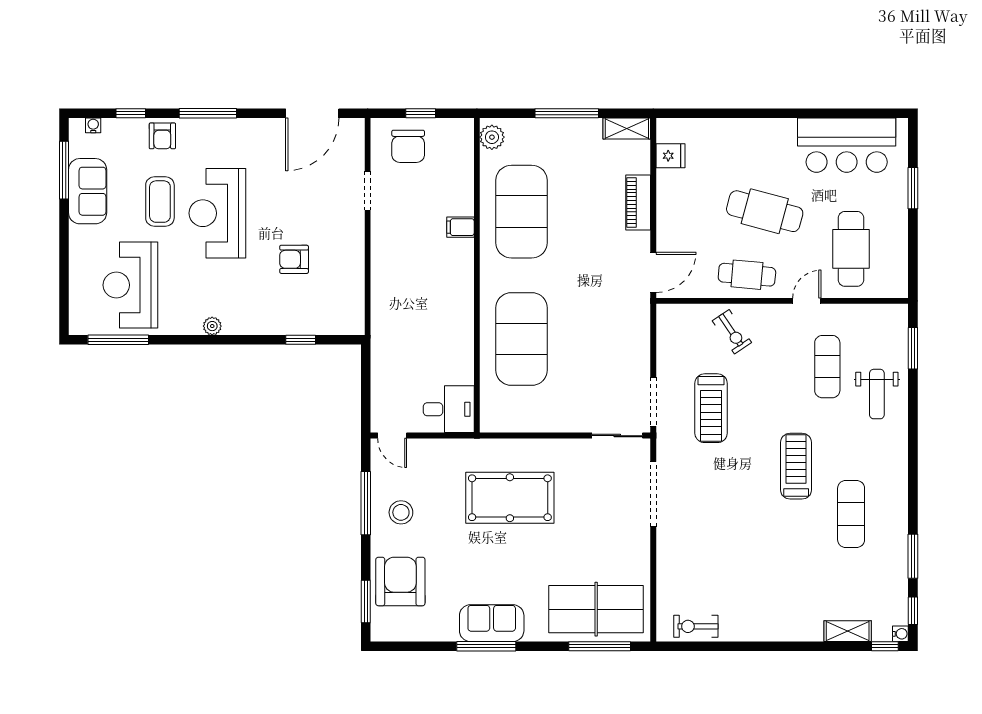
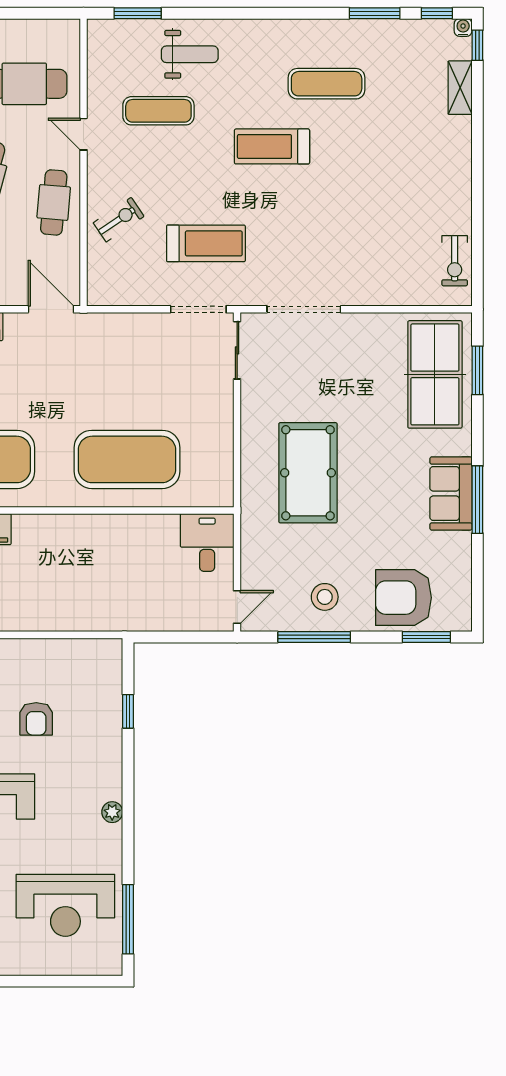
window: (600, 646) -> (477, 370), width x0.69

